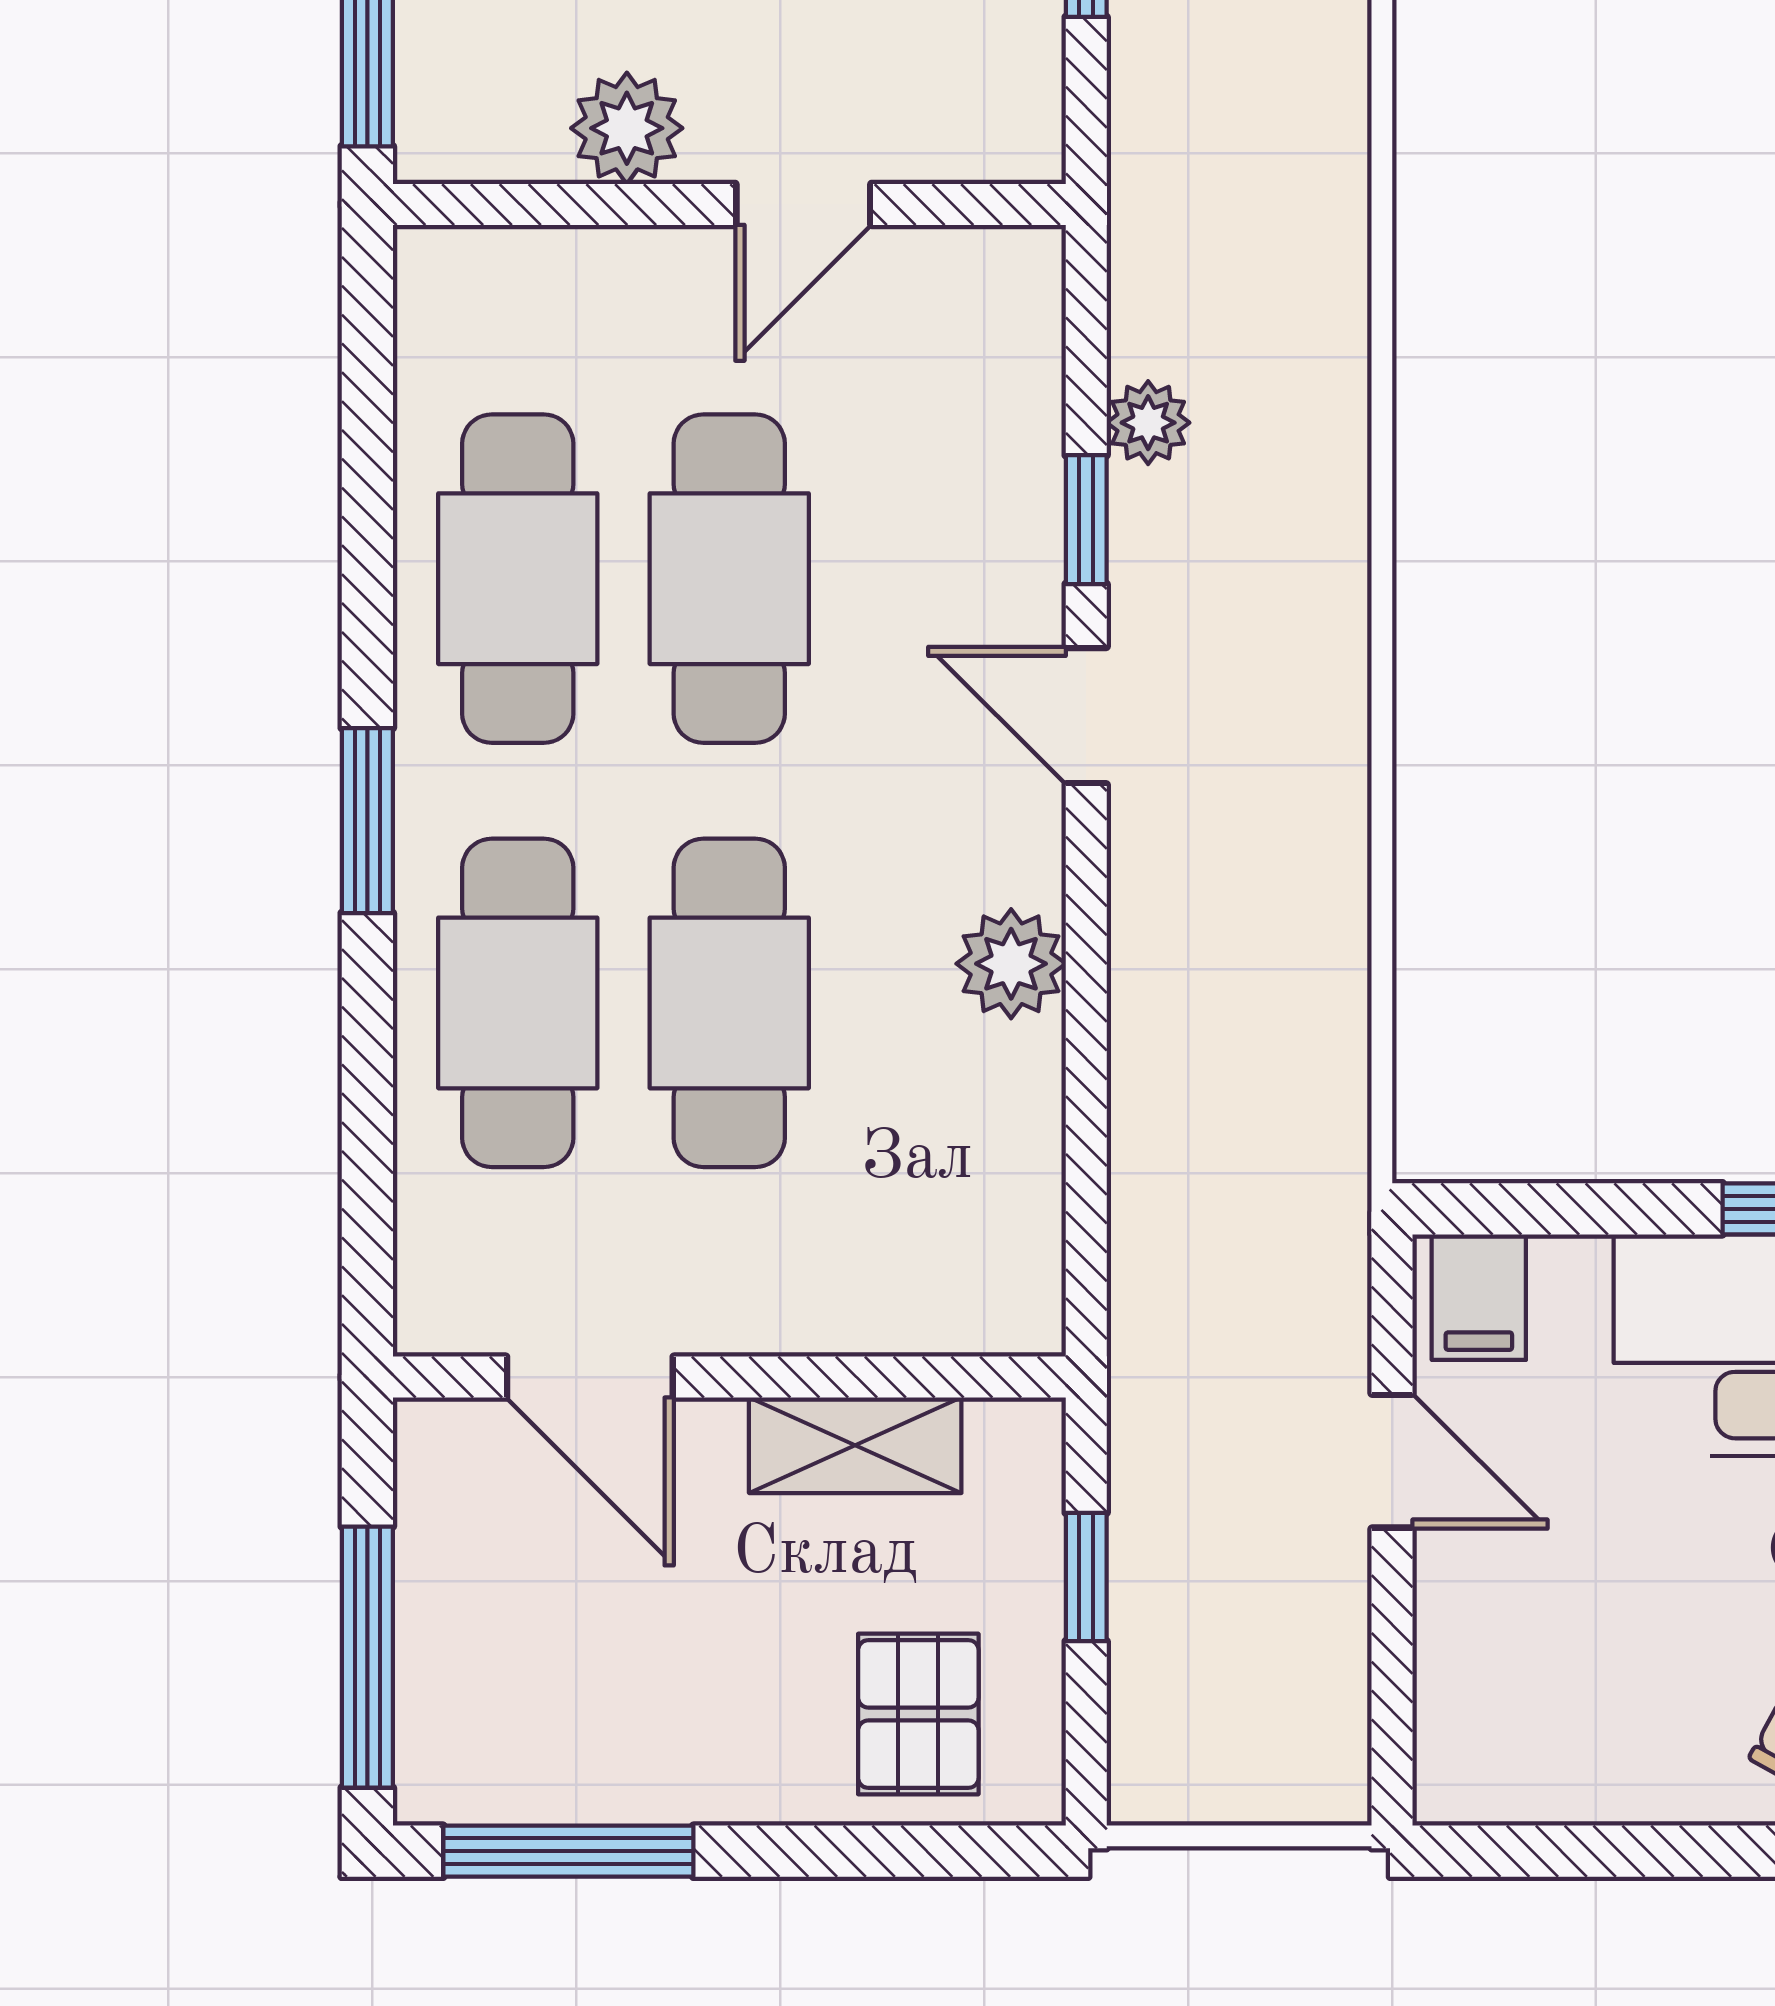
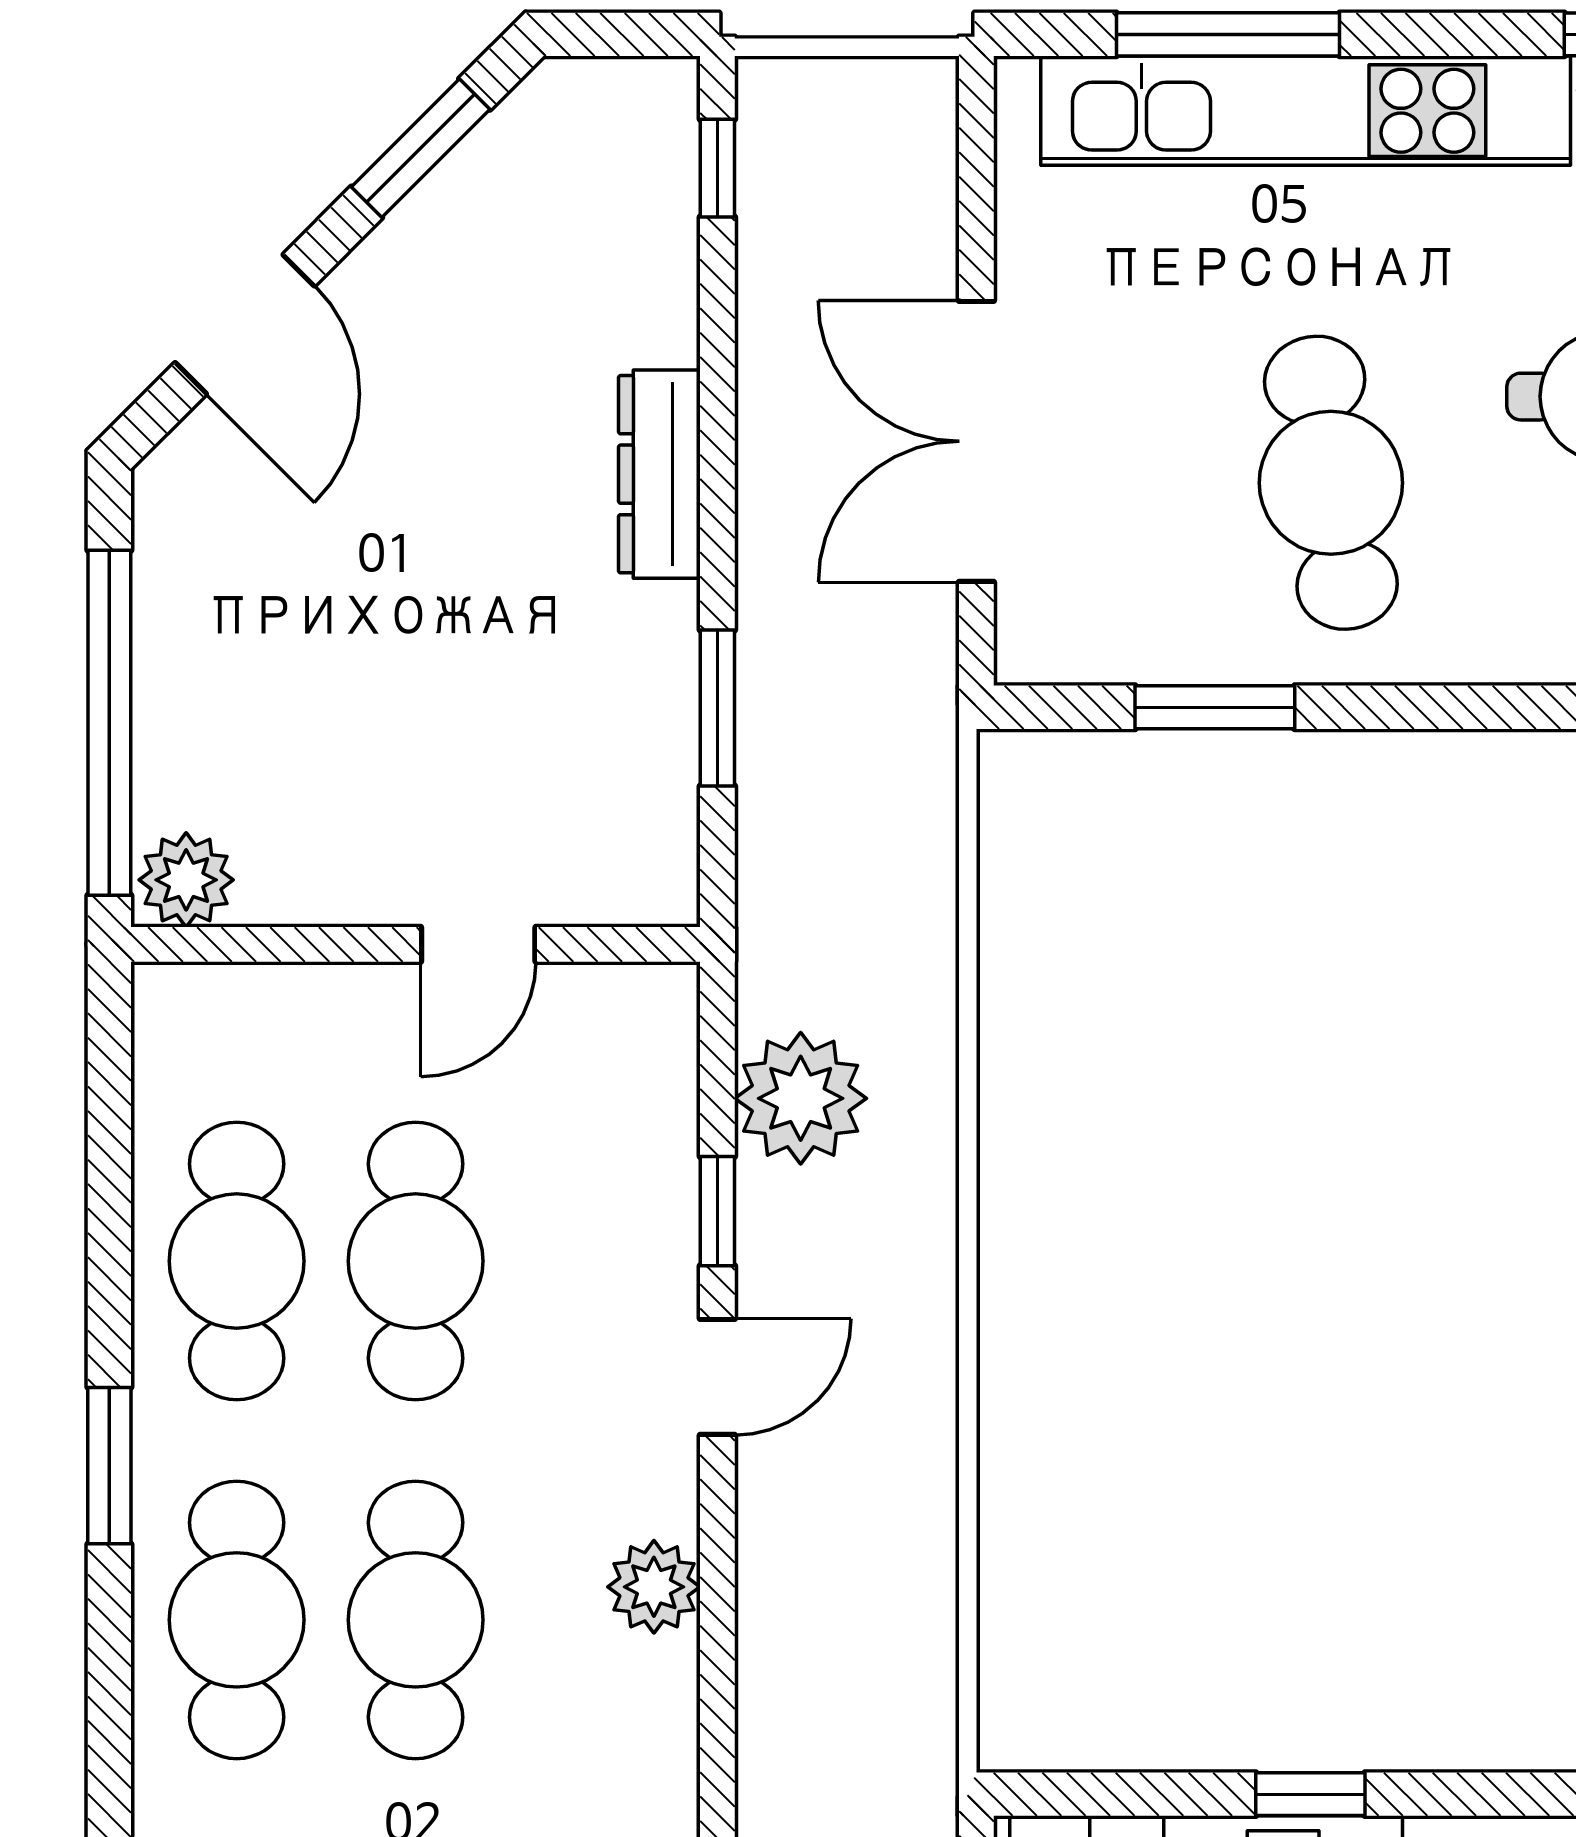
plant: (627, 128) -> (186, 880), moved
plant: (1148, 423) -> (801, 1098), width x1.88, depth x1.88
door: (1086, 716) -> (717, 1377), swing flipped

